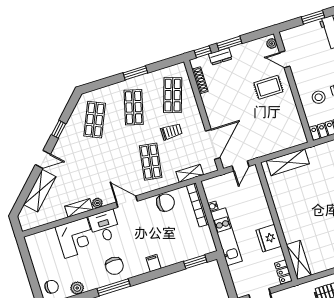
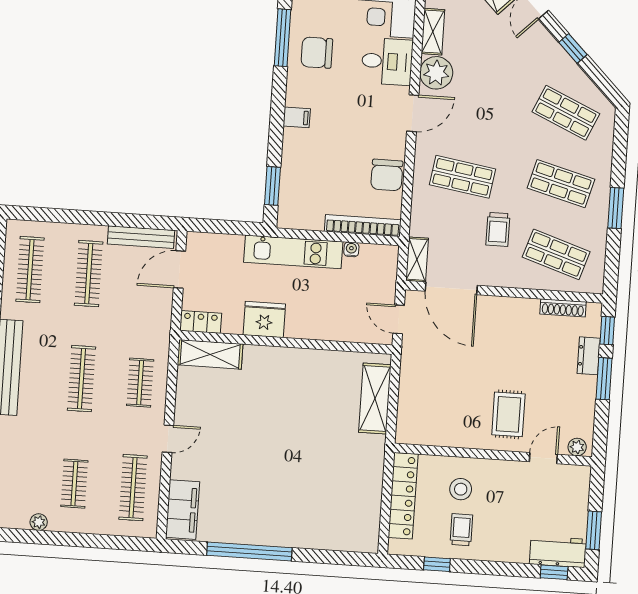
shelving: (190, 173) -> (417, 259), moved
plant: (97, 203) -> (436, 73), width x1.87, depth x1.87

